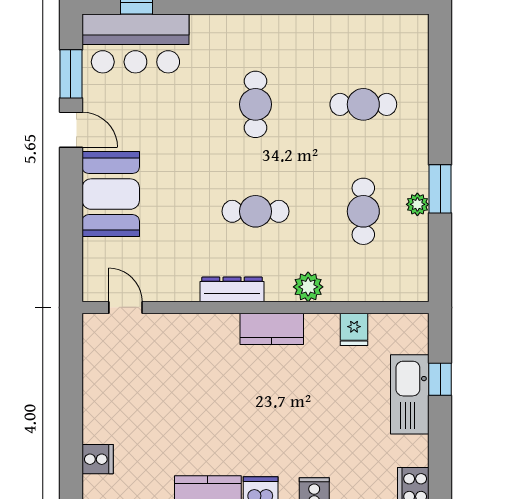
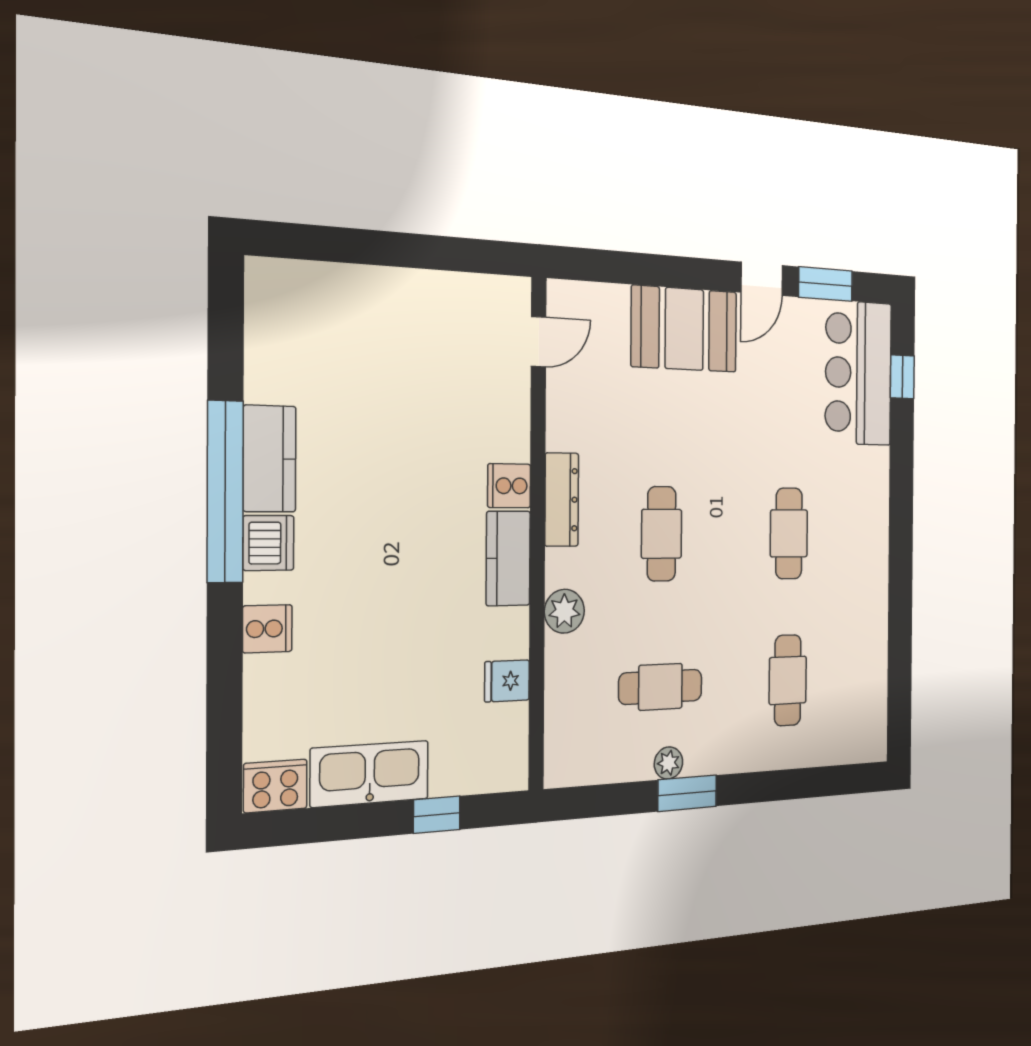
cafe table: (255, 104) -> (789, 533), turned 90
kitchen sink: (410, 394) -> (370, 774), moved
cooker: (98, 459) -> (509, 486), moved, turned 90

